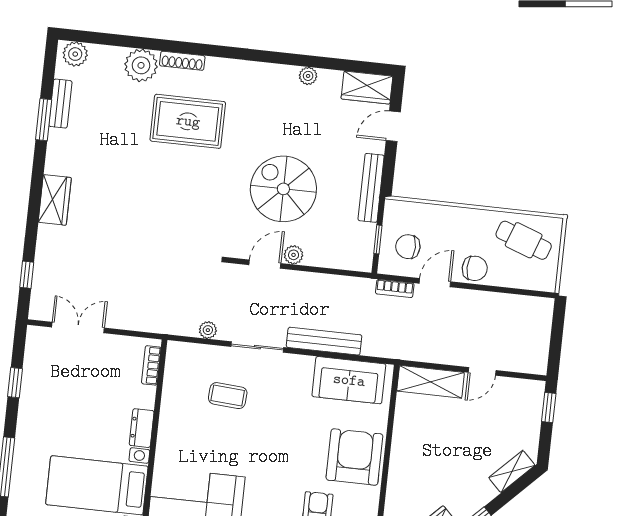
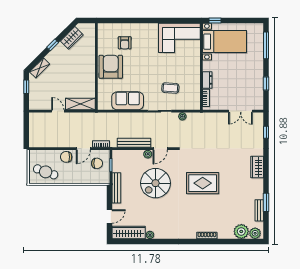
plant: (141, 65) -> (241, 231), moved
wardrobe: (367, 88) -> (129, 232), width x1.50
rug: (188, 121) -> (203, 183), moved
spiral stairs: (283, 189) -> (155, 183), turned 90
bench: (324, 341) -> (134, 143), moved
door: (482, 371) -> (58, 111), hinge flipped
sofa: (349, 380) -> (128, 101), moved
window: (549, 407) -> (26, 87), moved
dresser: (142, 428) -> (207, 80), moved
armchair: (354, 457) -> (111, 67), turned 180

